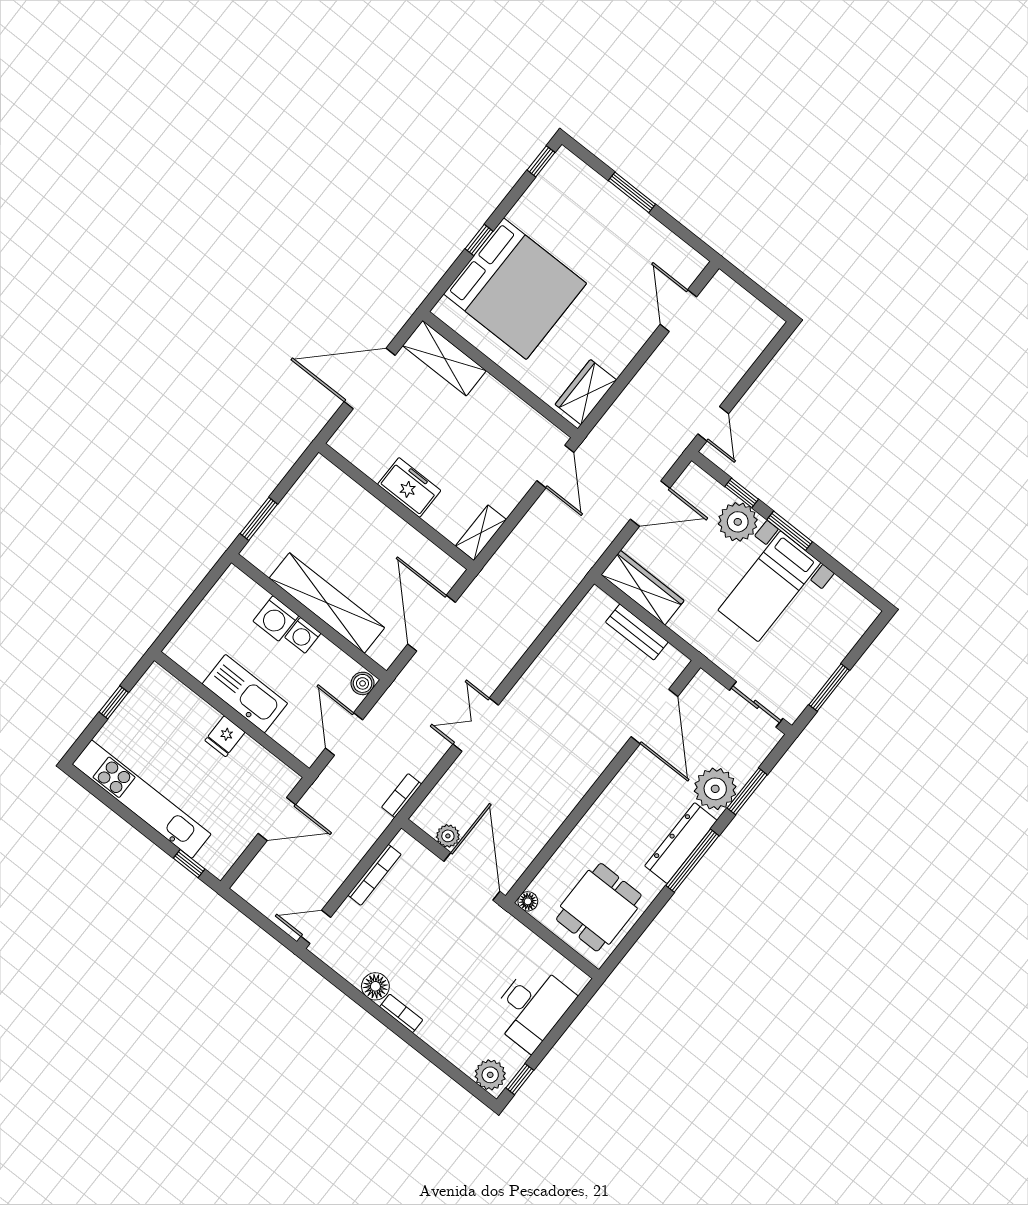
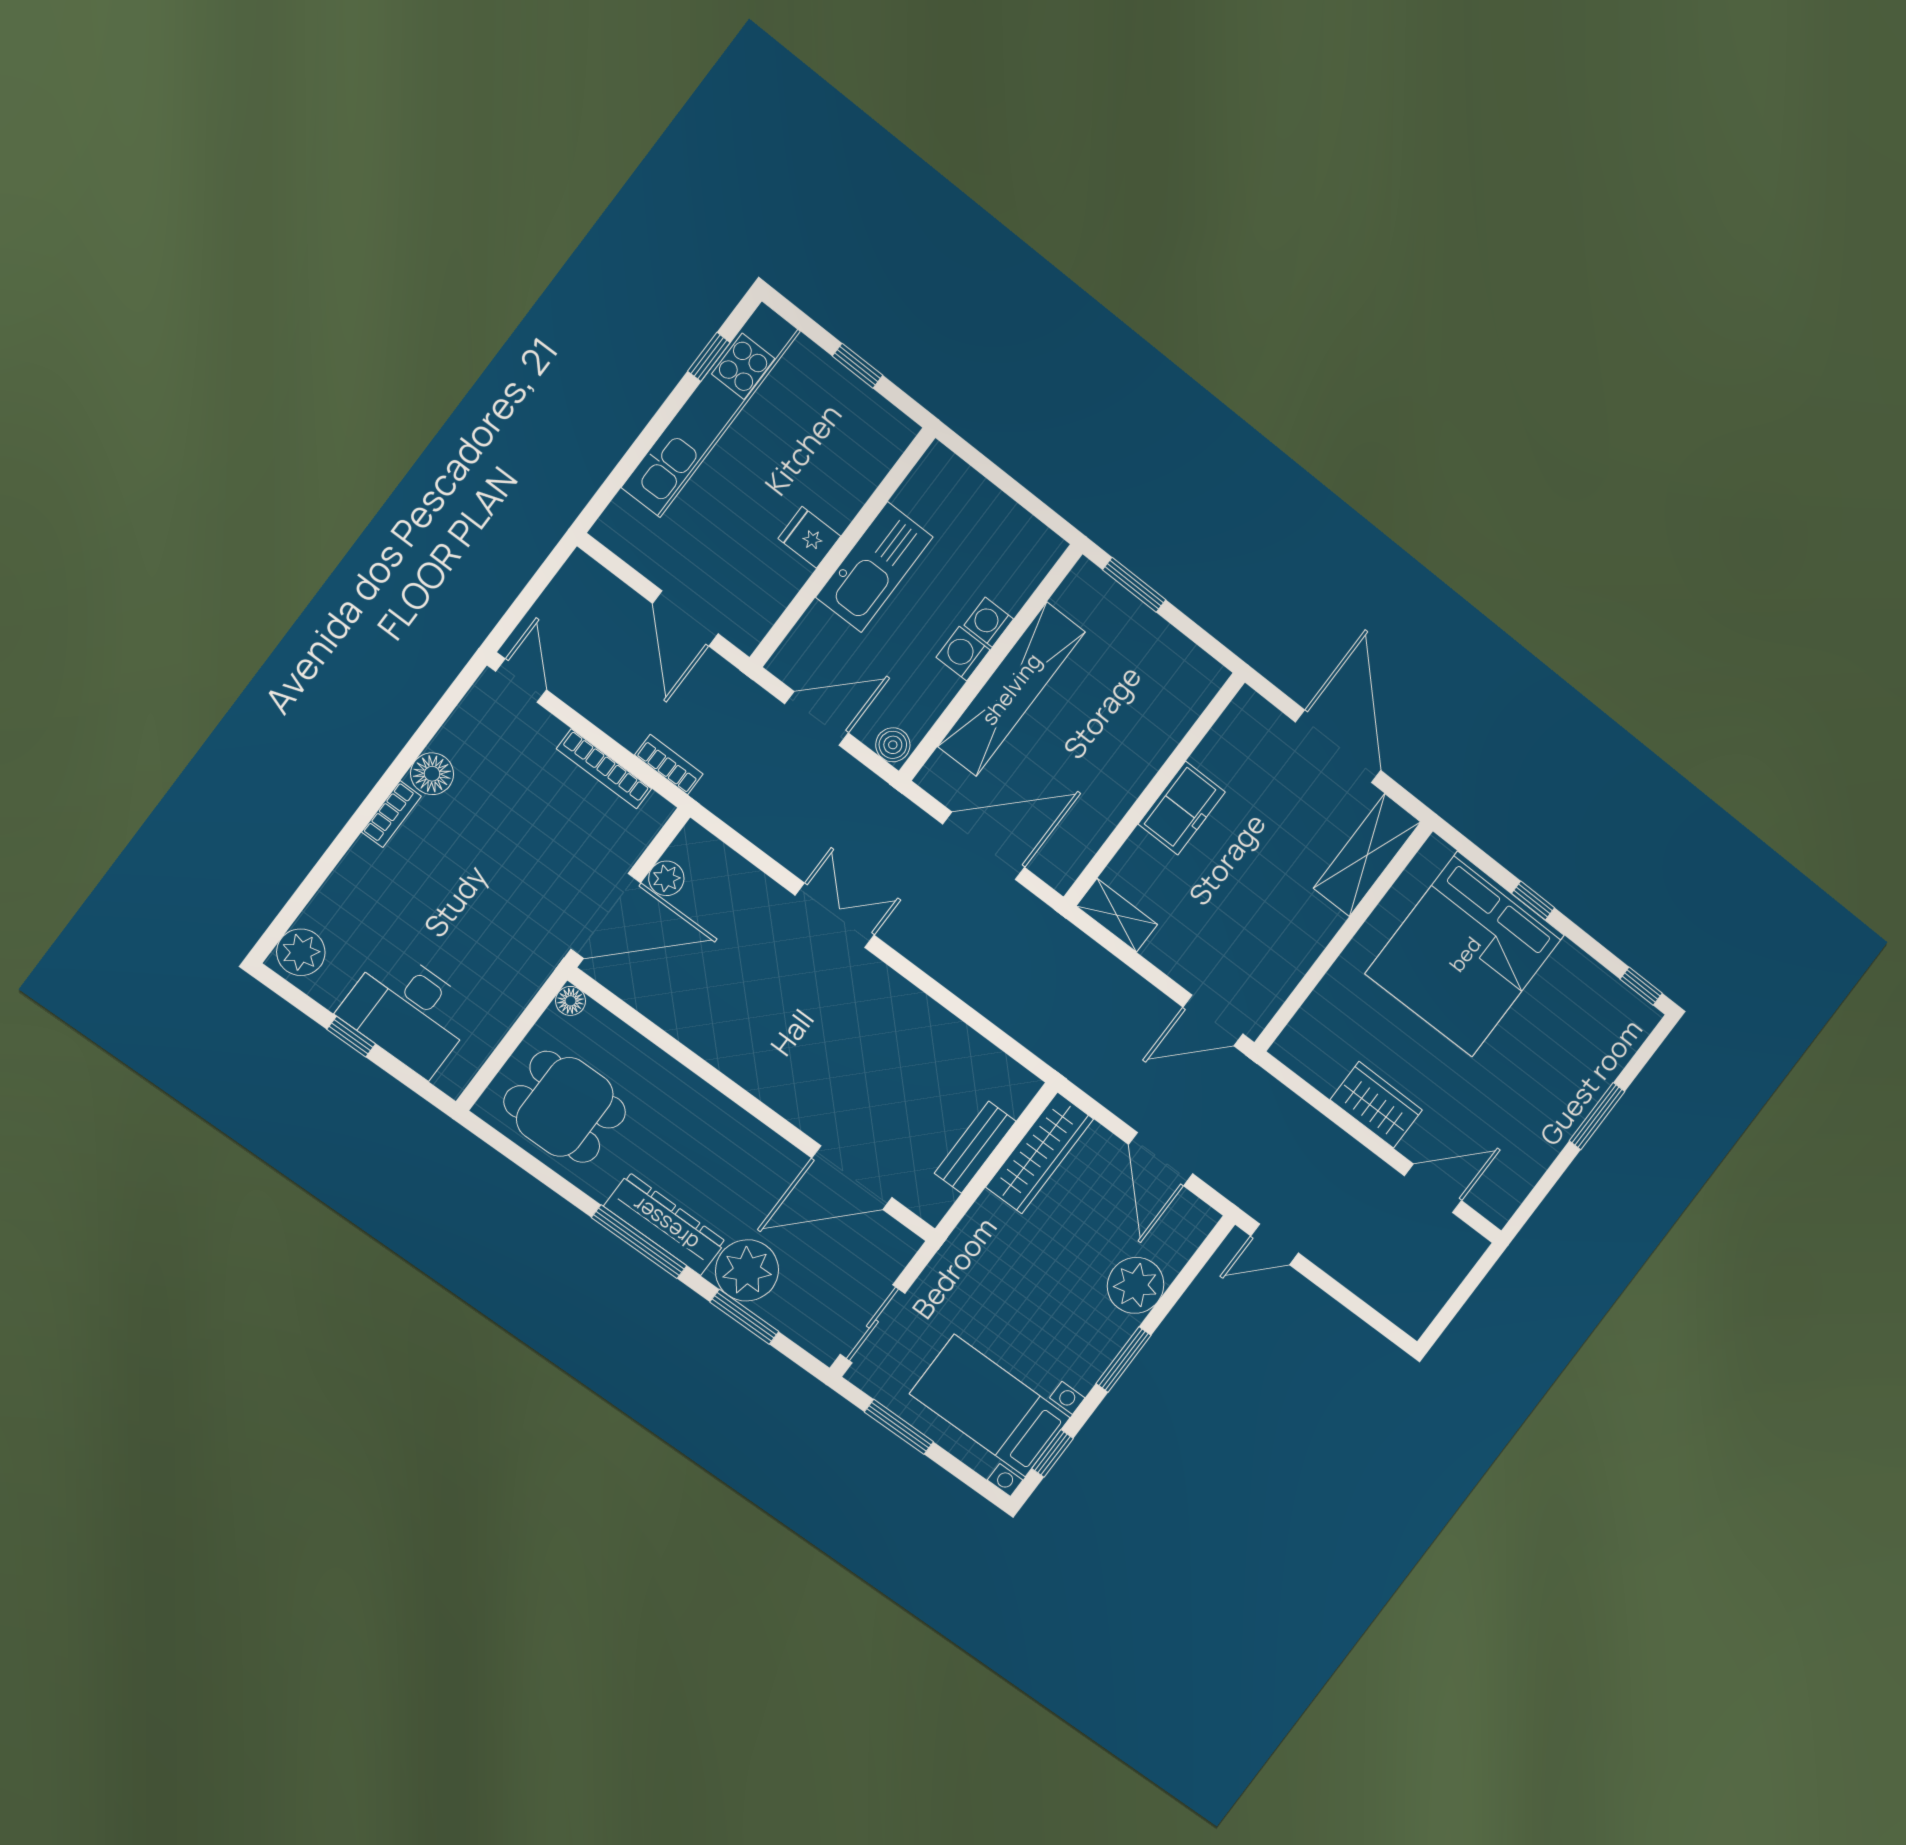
wardrobe: (586, 392) -> (1376, 1105), moved
window: (742, 493) -> (1052, 1453), moved
bed with nightstands: (769, 586) -> (990, 1406), moved
washing machine: (276, 618) -> (989, 622), width x0.73, depth x0.73
bookcase: (402, 796) -> (669, 765), moved
window: (189, 864) -> (709, 357), moved
window: (520, 1079) -> (351, 1037), moved

